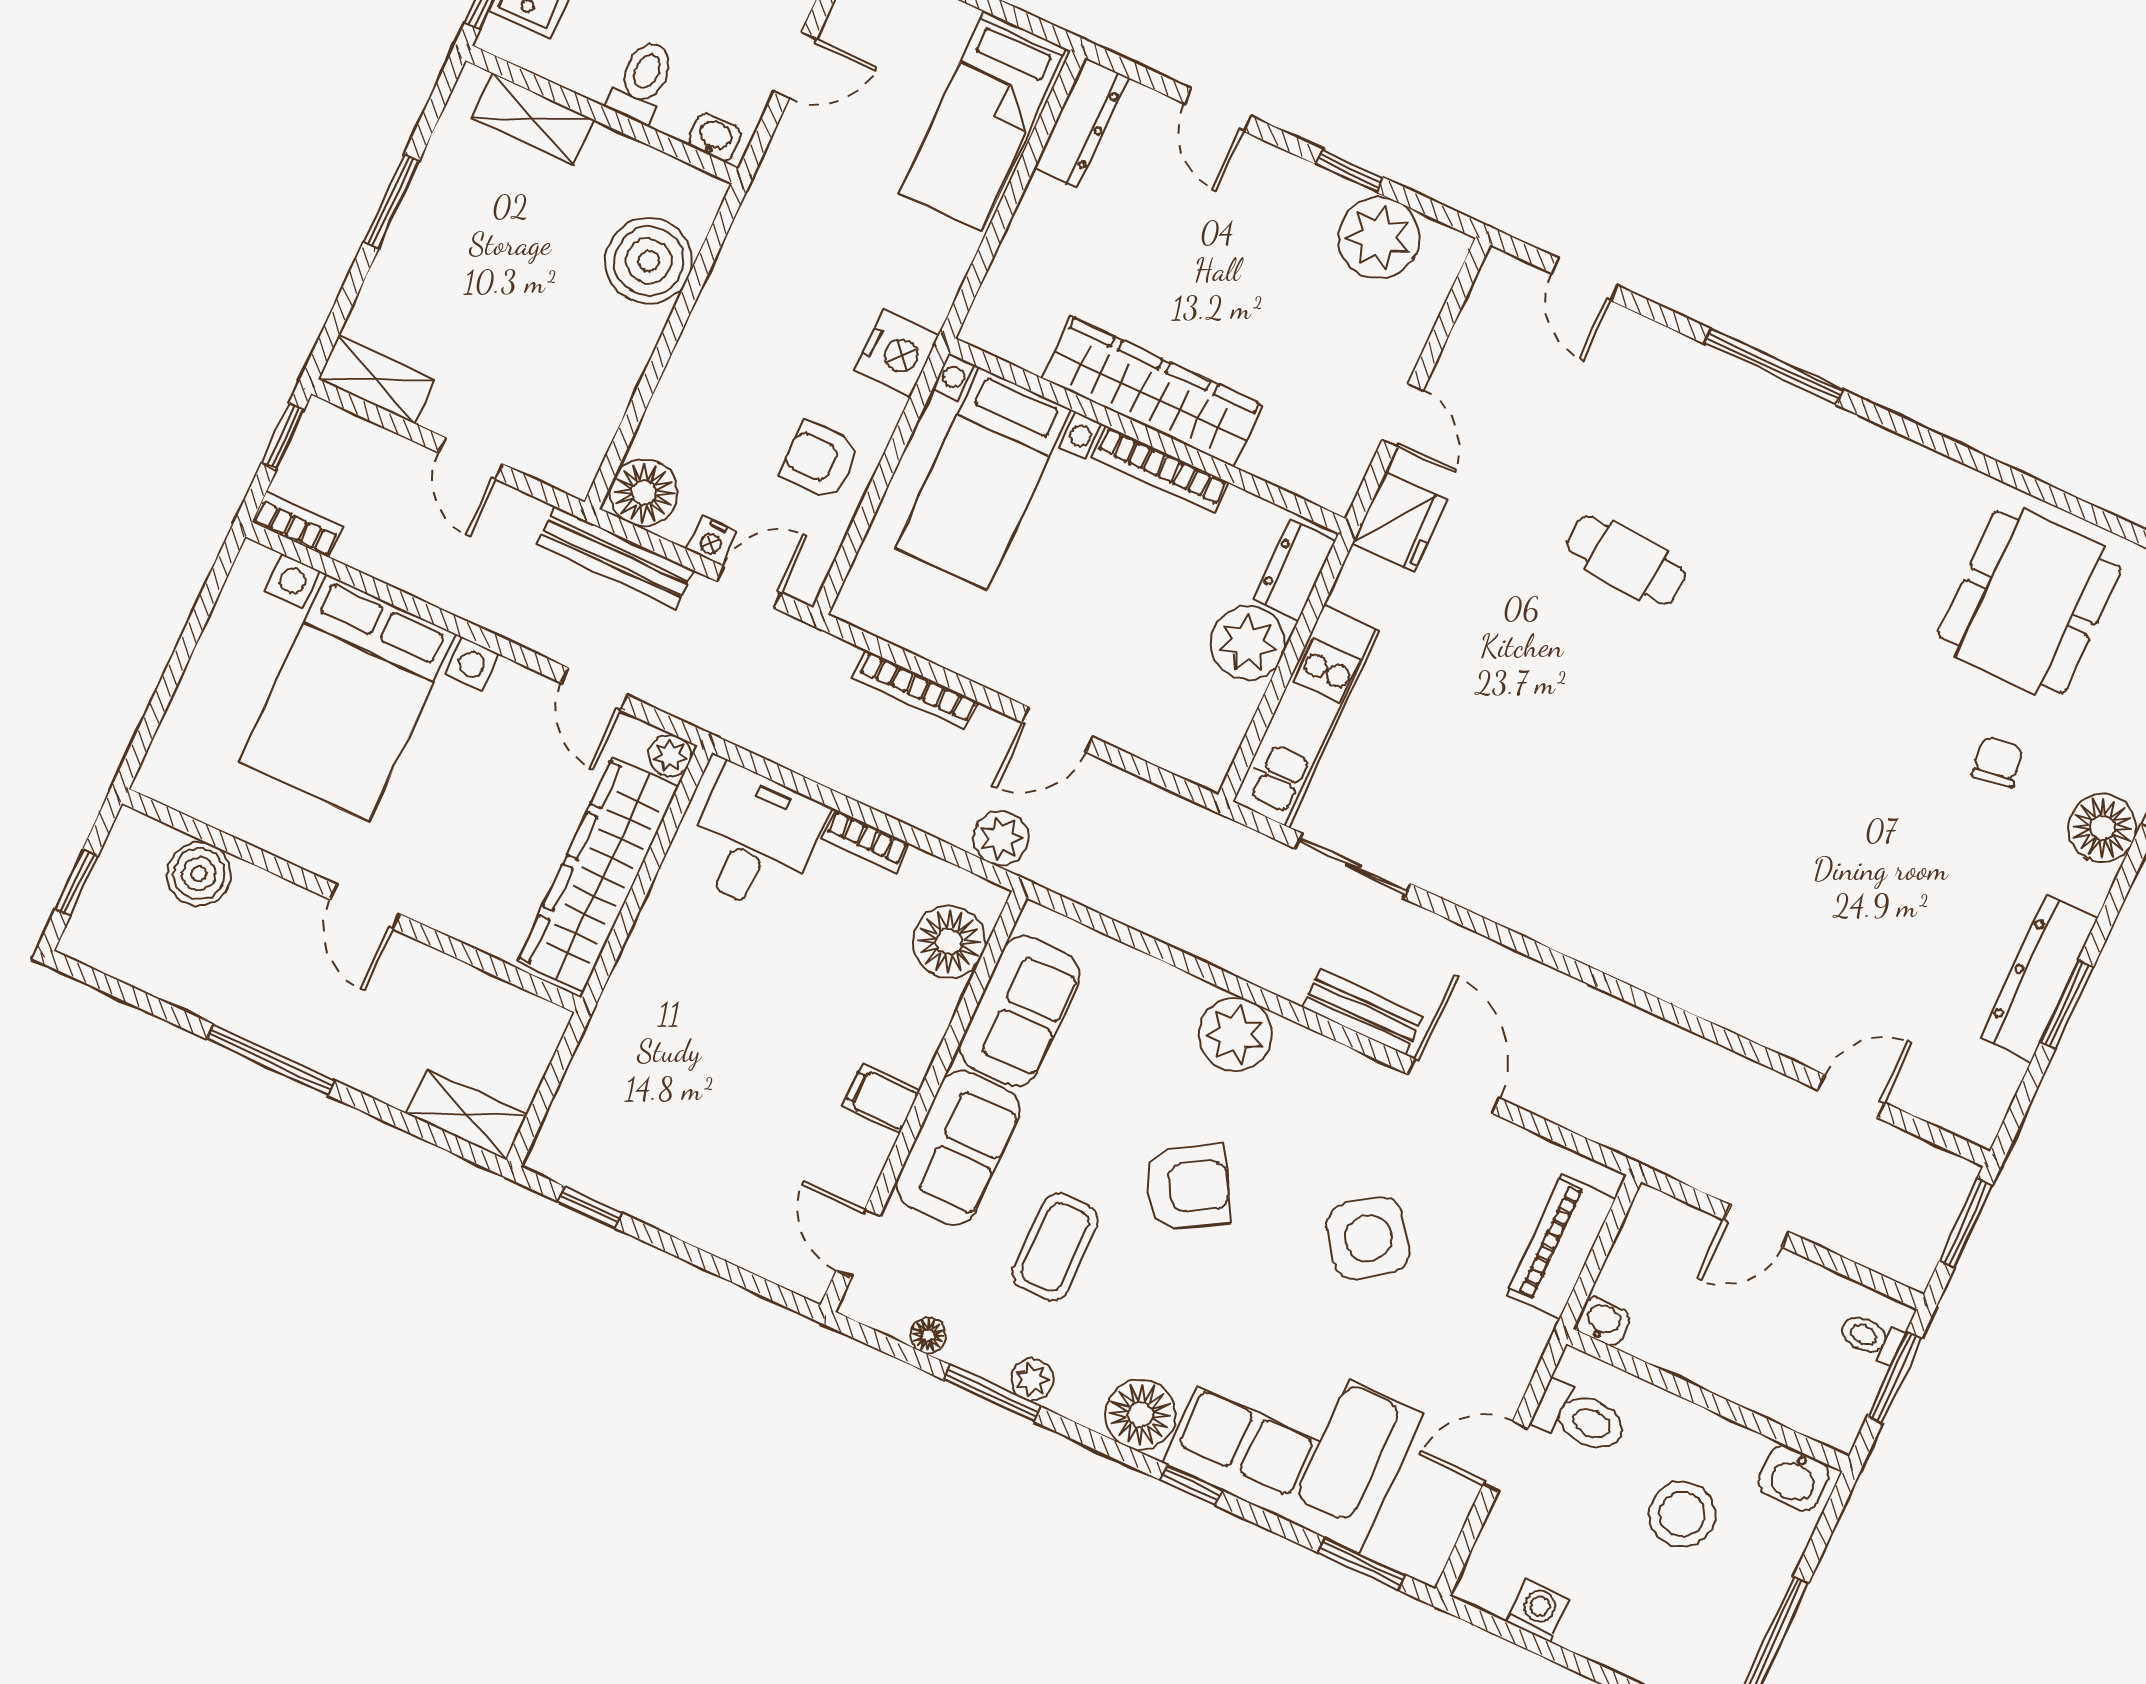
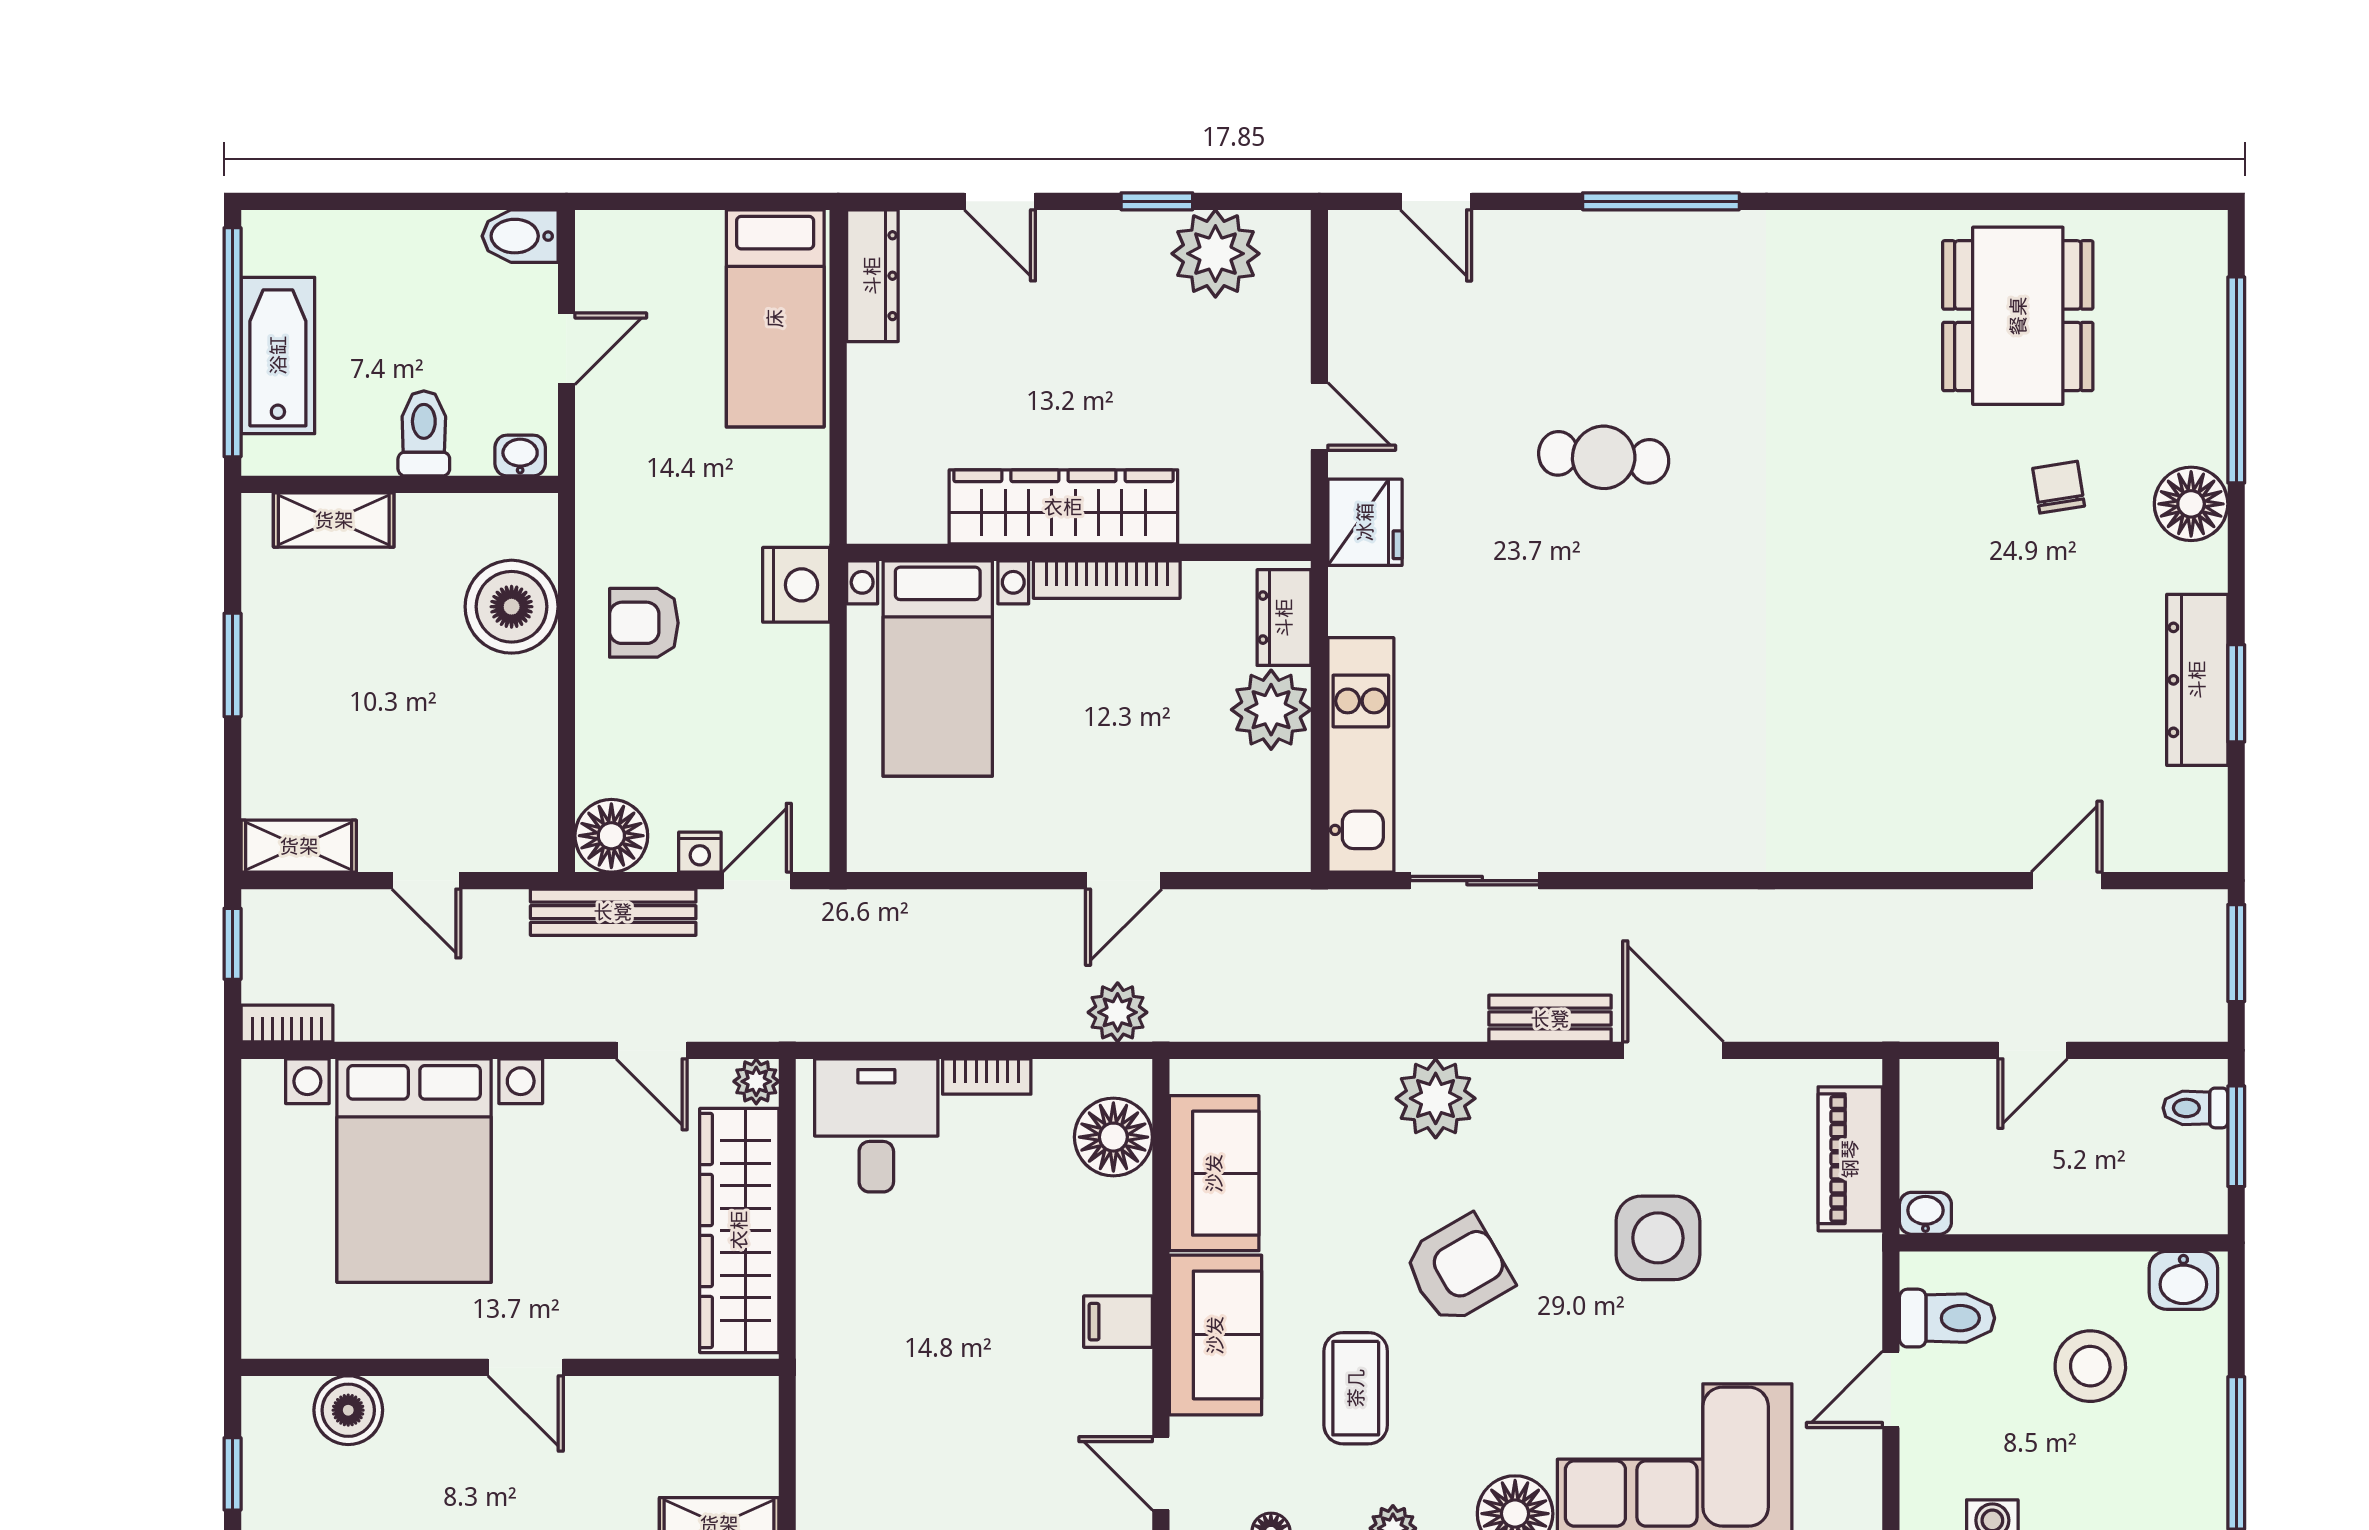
armchair: (820, 460) -> (644, 623), moved
bookcase: (916, 690) -> (968, 906), removed
side table: (1368, 1238) -> (1658, 1238), turned 36

